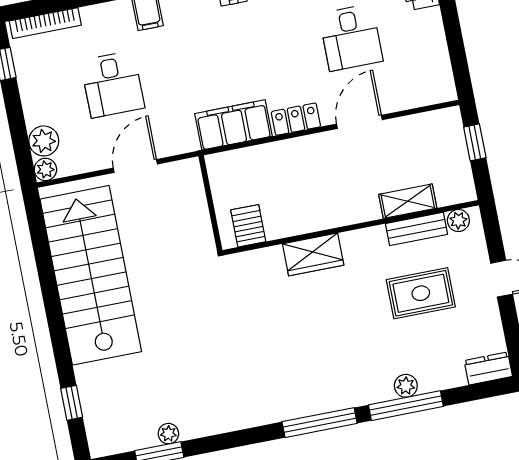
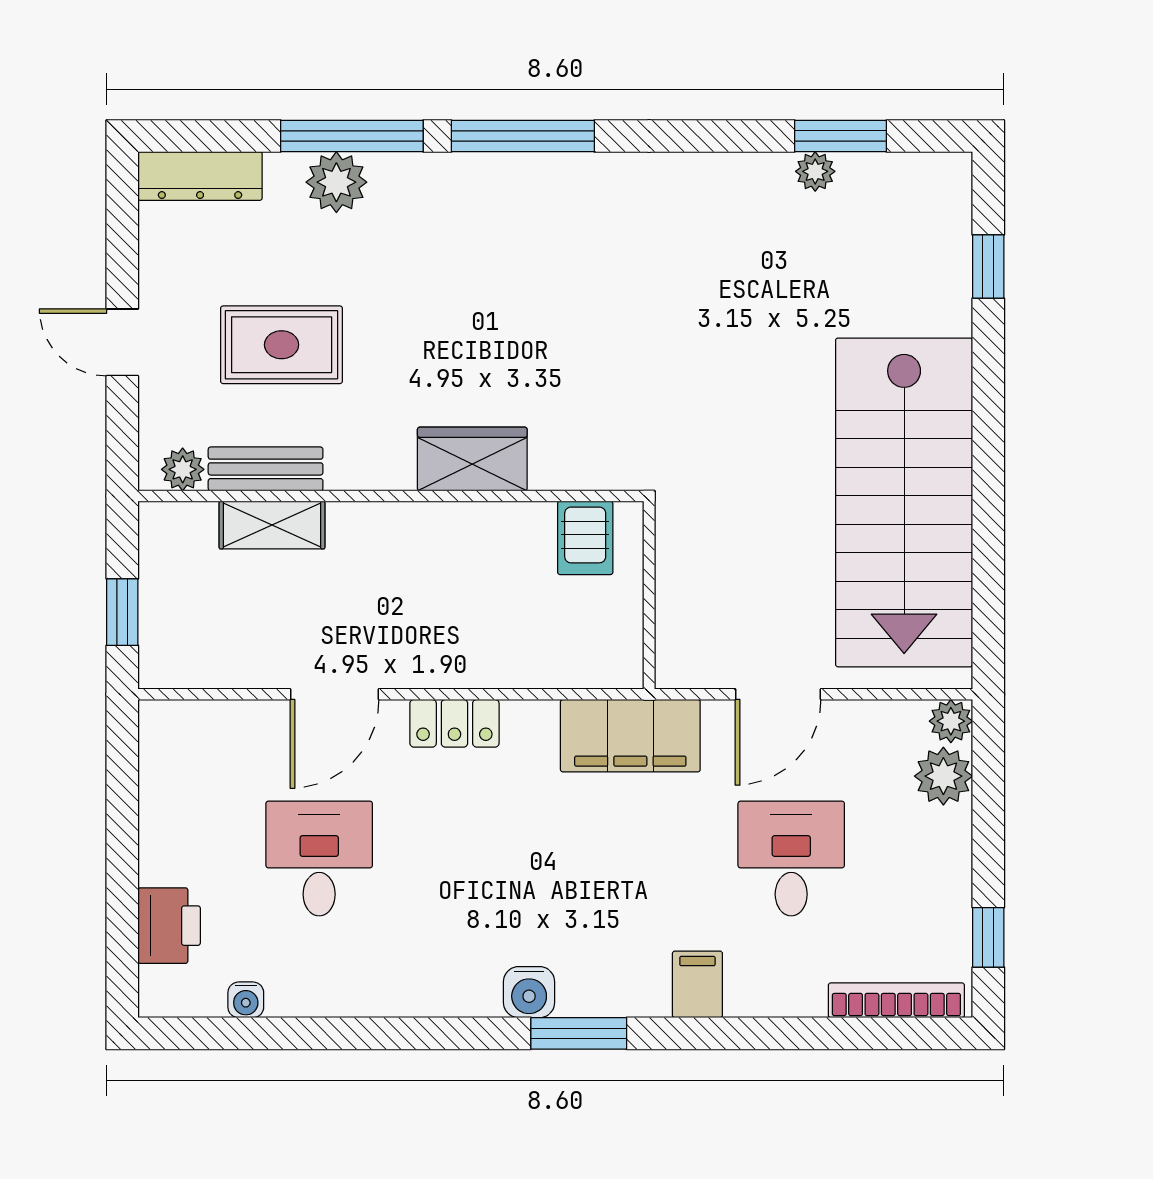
filing cabinet: (234, 125) -> (630, 736), moved
dresser: (488, 368) -> (200, 176), width x1.44
plant: (406, 386) -> (336, 182), width x1.38, depth x1.38

